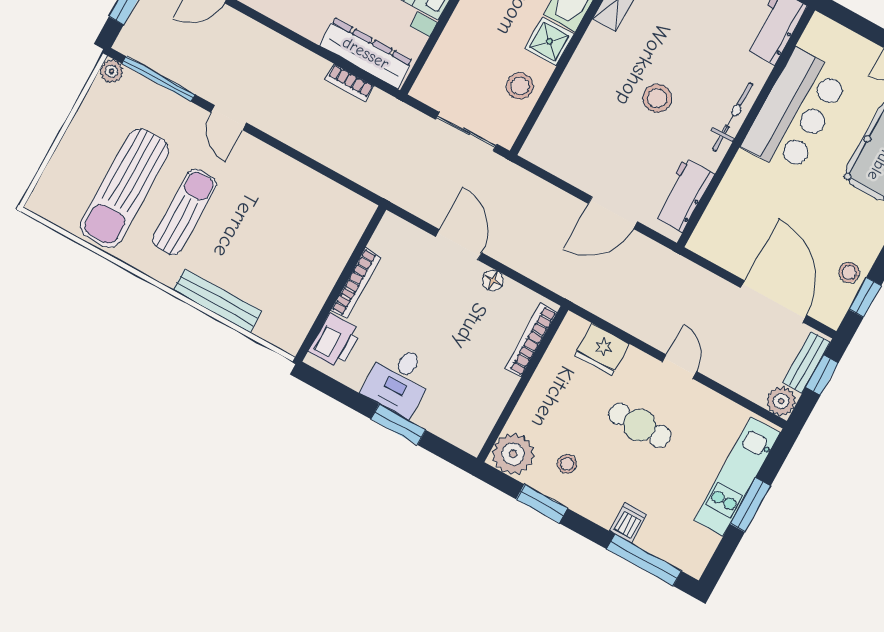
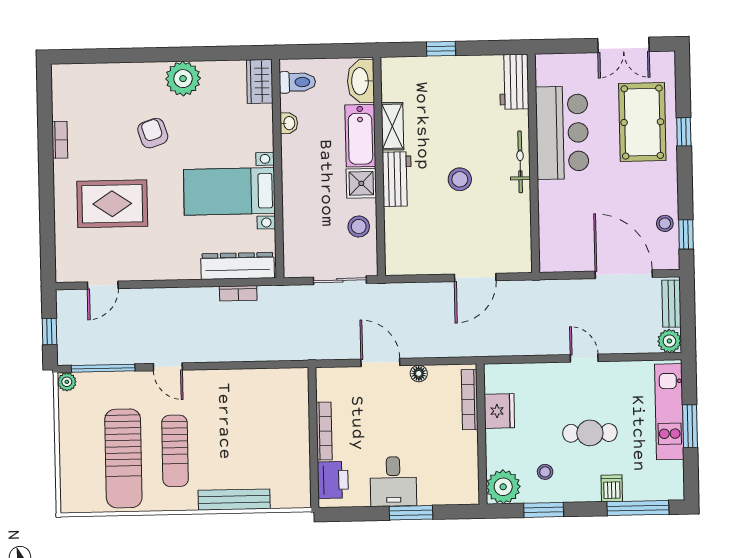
workbench: (683, 195) -> (397, 179), moved, turned 180
sun lounger: (184, 212) -> (175, 451), turned 180
fridge: (602, 350) -> (499, 411), moved, turned -90
window: (822, 375) -> (687, 306), removed
cafe table: (640, 425) -> (590, 433), moved

